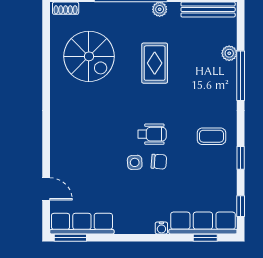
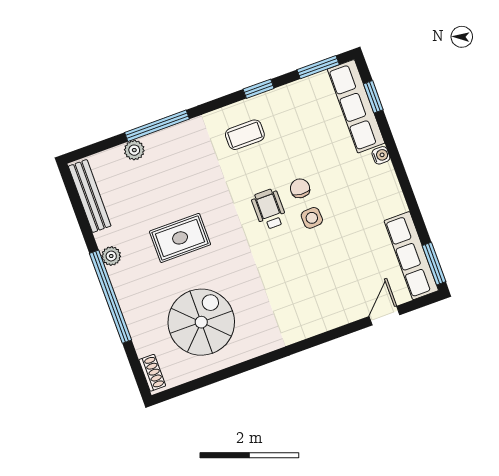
coffee table: (211, 136) -> (245, 135), turned 90
window: (241, 206) -> (318, 67), width x1.50

